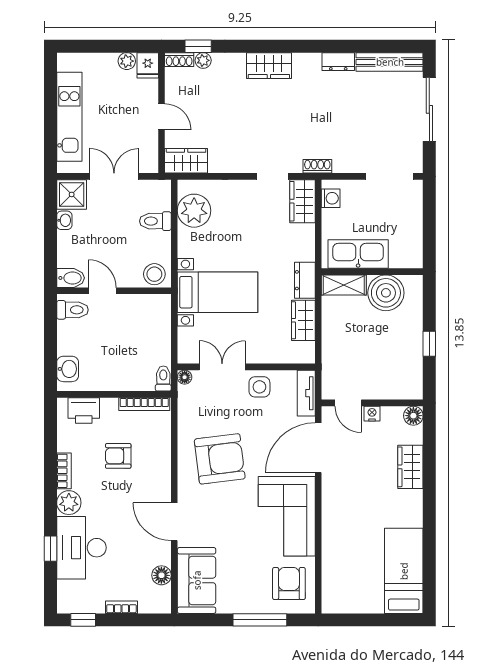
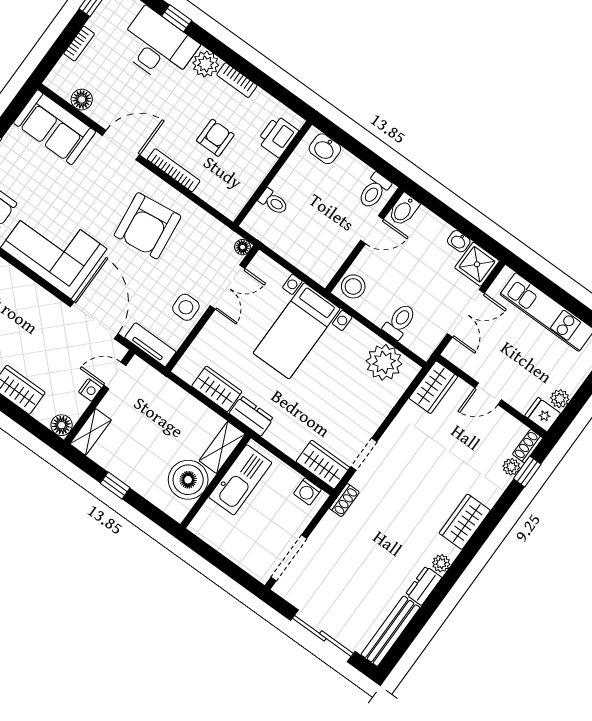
plant: (312, 61) -> (441, 563), added
toilet: (163, 379) -> (273, 202), moved
shelving: (403, 391) -> (91, 432), added
bookcase: (144, 404) -> (174, 170), moved, turned 90

